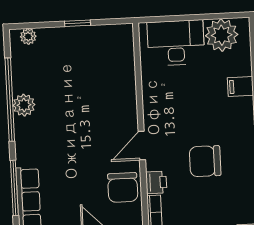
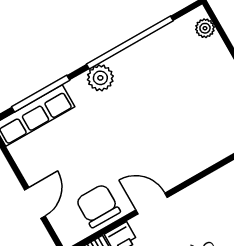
plant: (24, 105) -> (100, 78), moved
chair: (123, 187) -> (98, 206), turned 90

